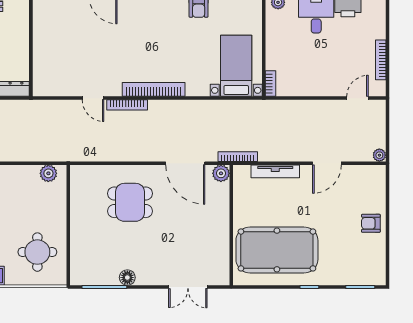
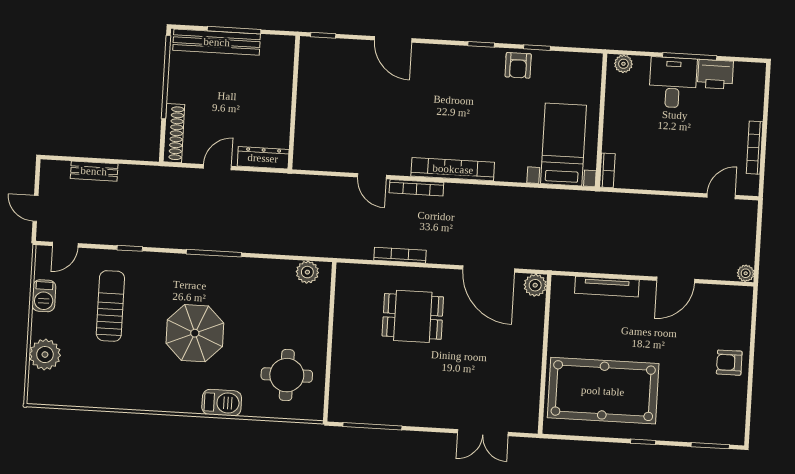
bookcase: (238, 157) -> (400, 255), moved
floor lamp: (127, 278) -> (404, 416), removed

